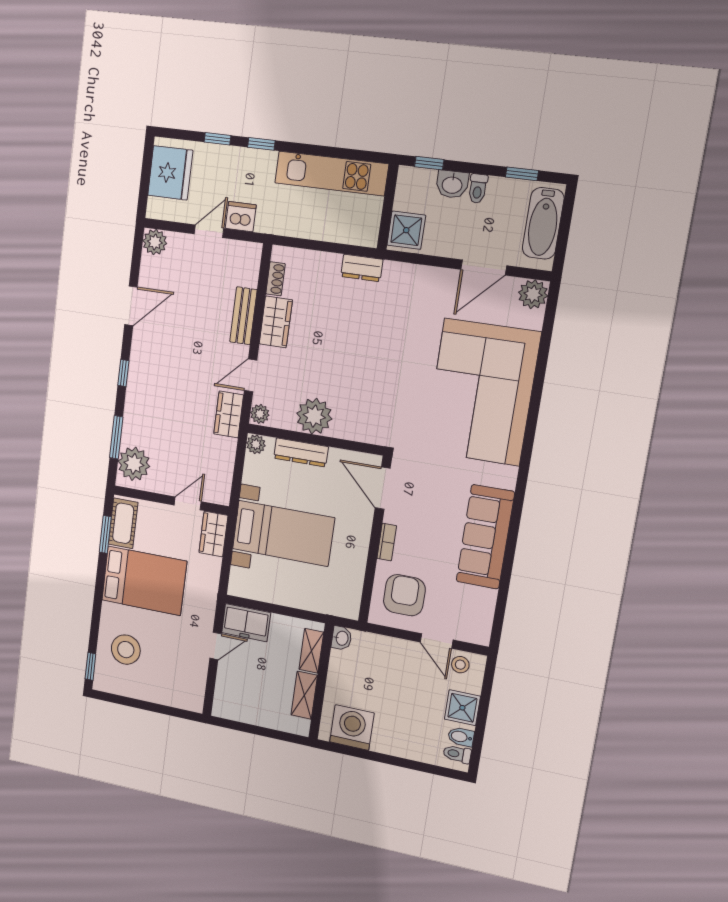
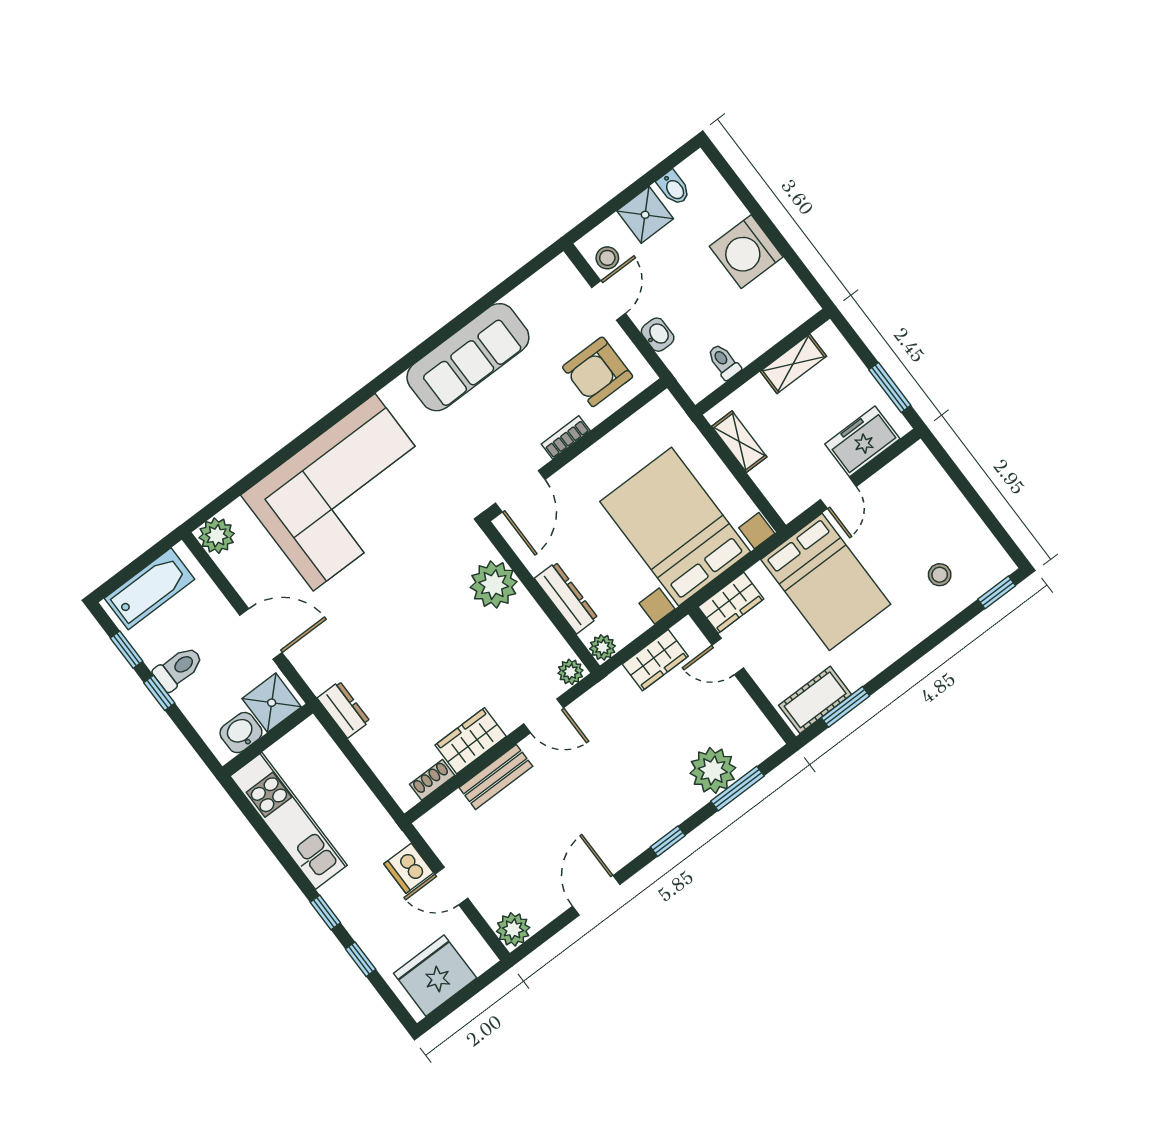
window: (429, 163) -> (159, 693), moved
washbasin: (452, 184) -> (241, 733), moved, turned -90
toilet: (478, 189) -> (178, 668), width x1.37, depth x1.39
door: (484, 268) -> (261, 634), moved
door: (131, 306) -> (596, 895), hinge flipped
wardrobe: (229, 414) -> (655, 660), moved
plant: (314, 416) -> (494, 585), moved
plant: (134, 464) -> (713, 770), moved
bed with nightstands: (283, 533) -> (675, 527), width x1.36
bed: (144, 581) -> (826, 582), moved, turned 180
freezer: (246, 623) -> (862, 441), moved, turned -90
washbasin: (342, 638) -> (658, 335), moved, turned 90
door: (216, 646) -> (838, 493), swing flipped
stool: (126, 650) -> (940, 575), width x0.53, depth x0.53
shelving: (311, 651) -> (739, 442), moved, turned 90
window: (243, 727) -> (890, 388), added
washing machine: (352, 727) -> (746, 252), moved
toilet: (457, 754) -> (724, 362), moved, turned 180

